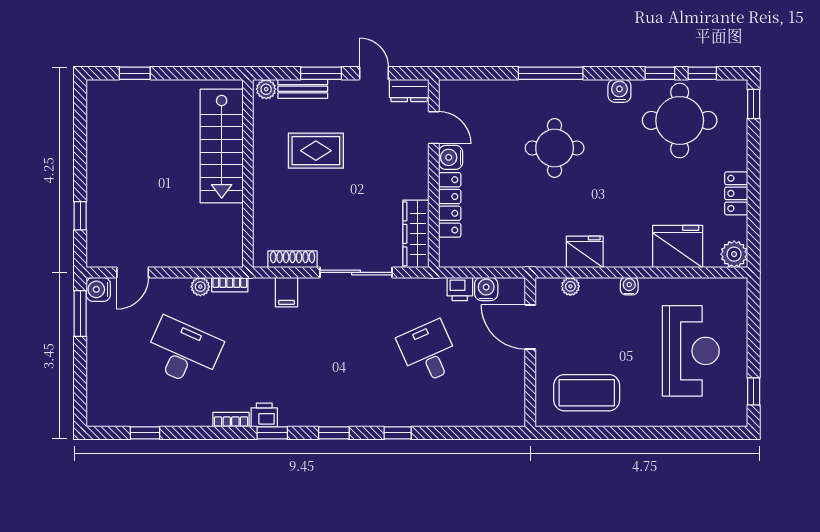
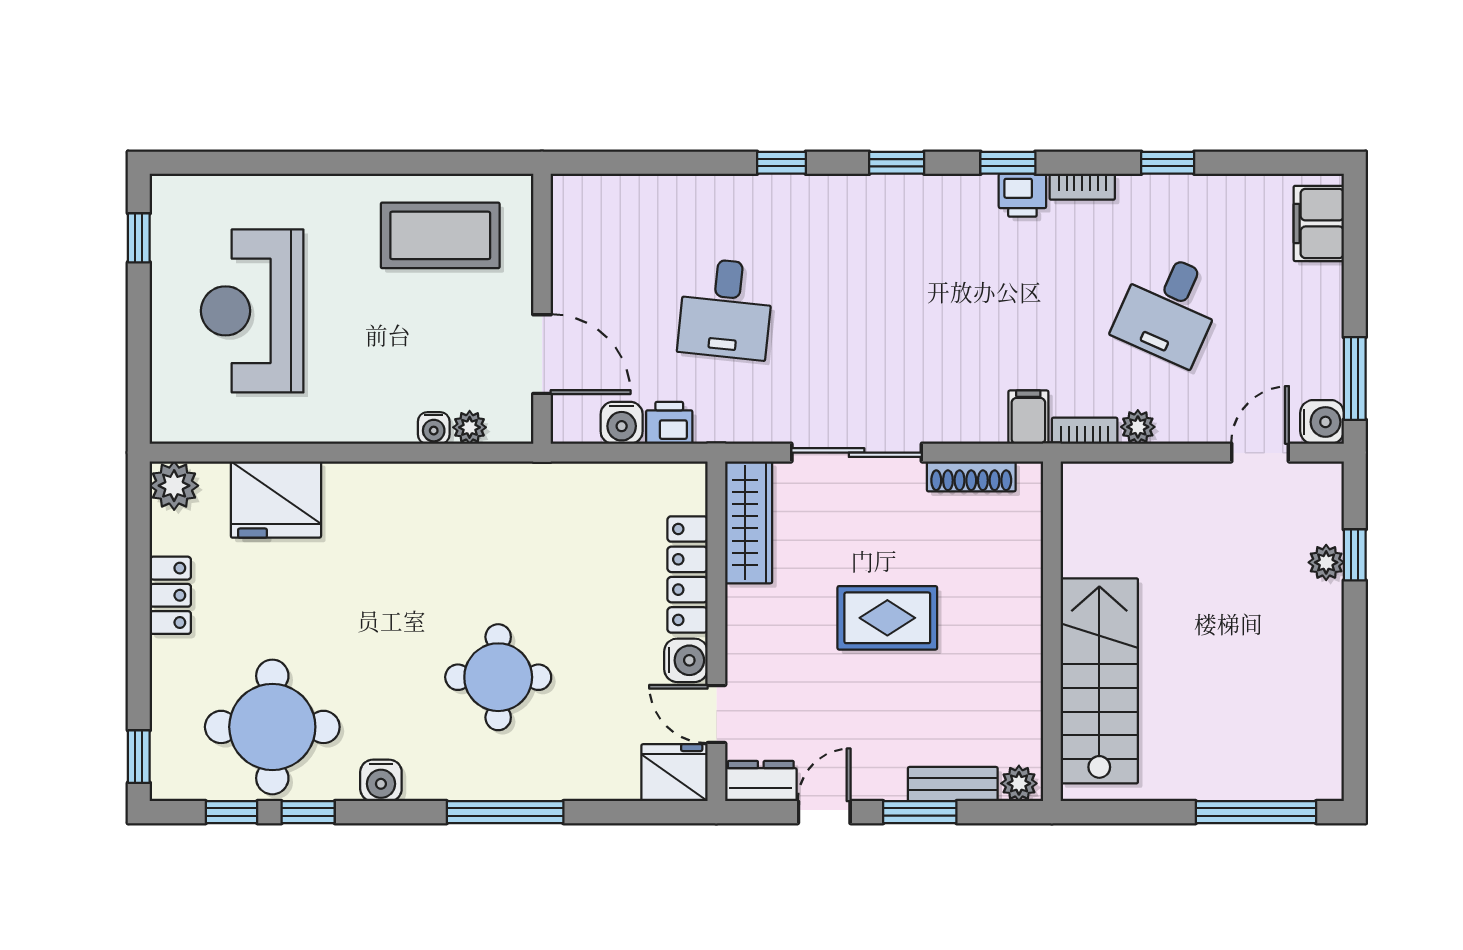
window: (135, 73) -> (1256, 812), width x2.17
door: (374, 73) -> (824, 812), swing flipped
rug: (316, 151) -> (887, 618), moved
plant: (96, 212) -> (1326, 562), added
fridge: (585, 252) -> (674, 773), moved, turned 180
water cooler: (629, 286) -> (434, 428), moved
filing cabinet: (286, 292) -> (1028, 417), moved
desk: (183, 352) -> (1169, 309), width x0.73
desk: (428, 352) -> (726, 309), turned 30
filing cabinet: (100, 399) -> (1319, 223), added
window: (145, 433) -> (1168, 163), moved

